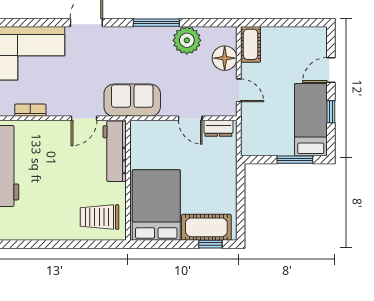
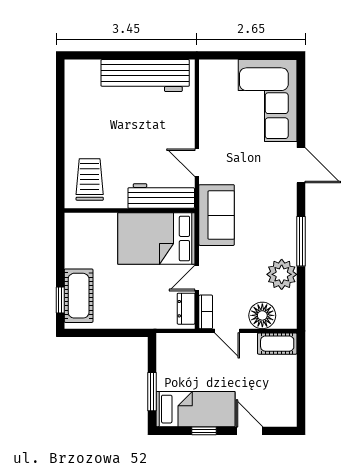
door: (239, 90) -> (227, 331), hinge flipped
bookcase: (30, 110) -> (206, 312), moved
bed: (156, 205) -> (156, 238), moved, turned 180

